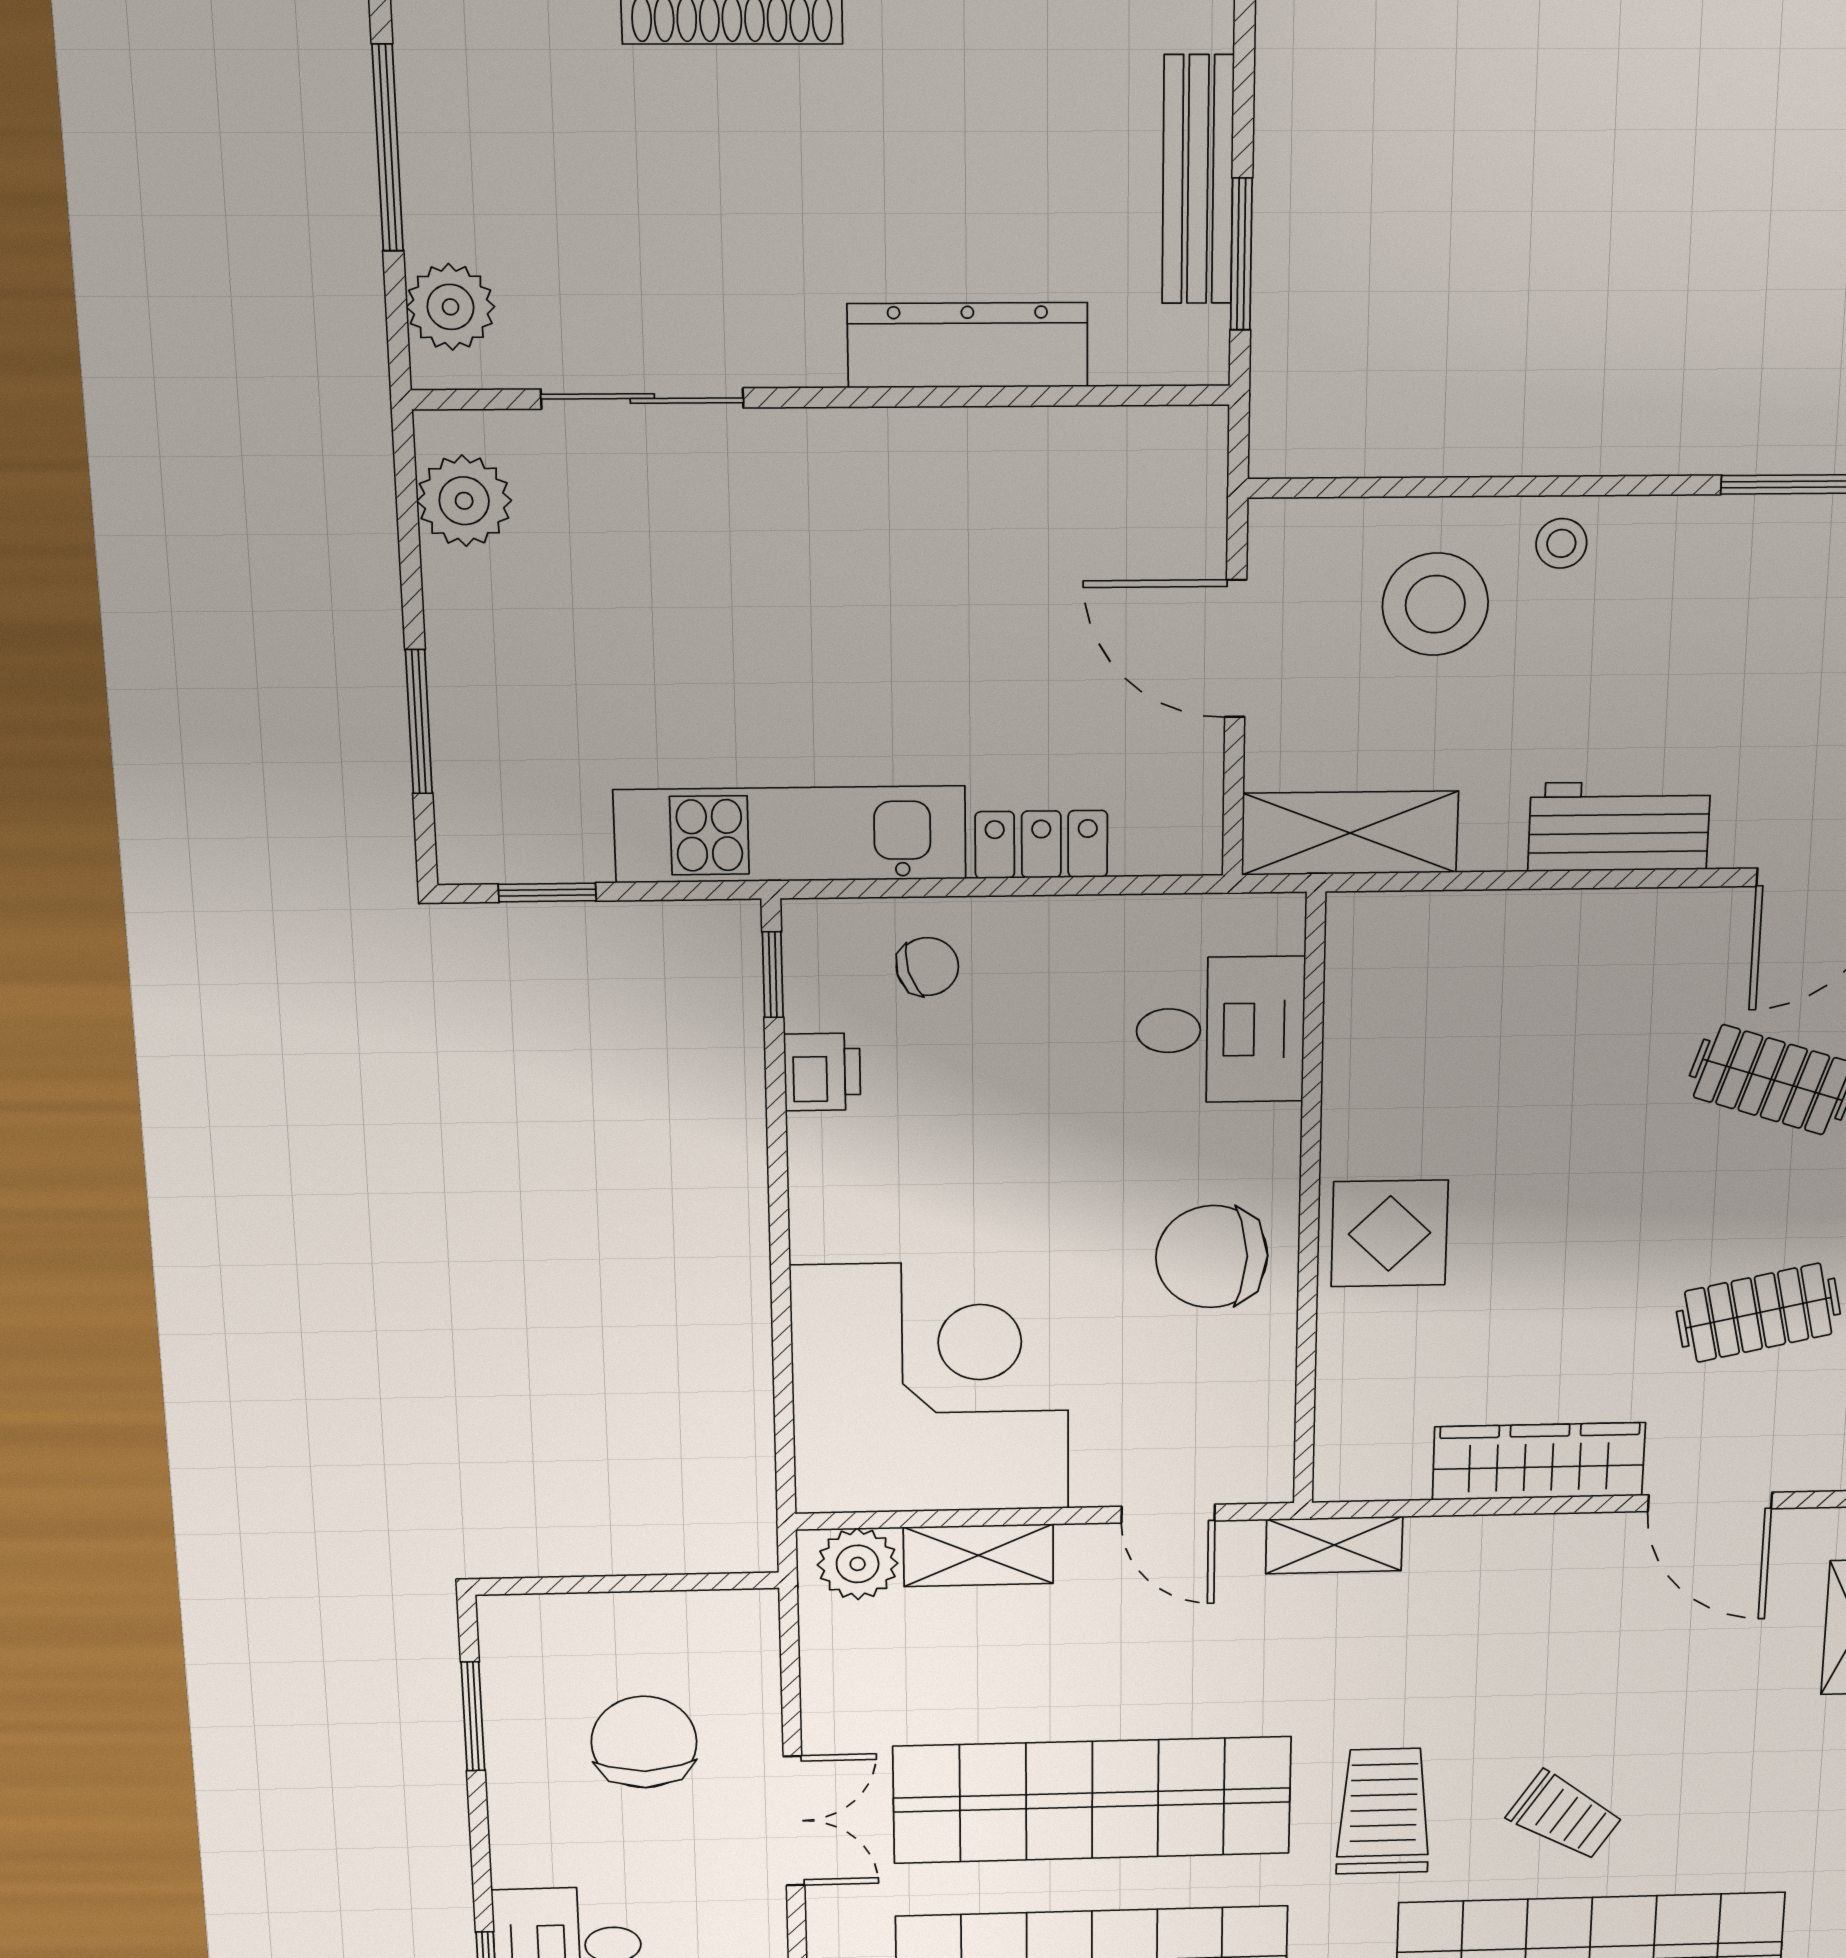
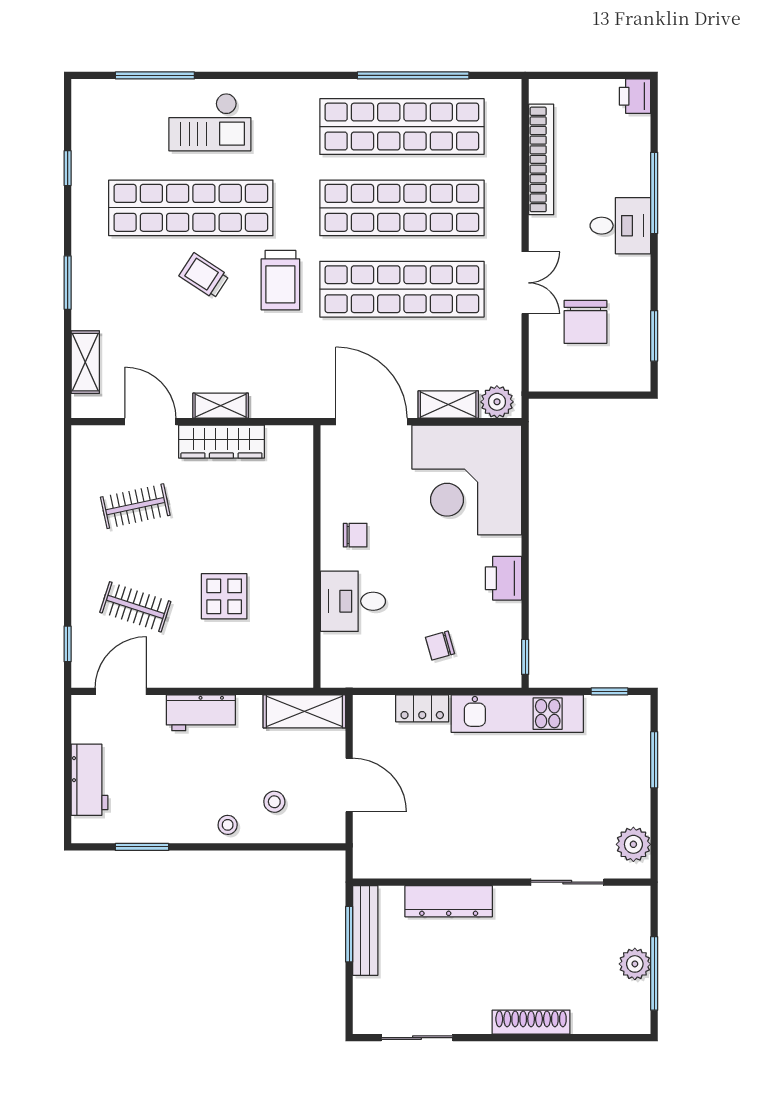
bench: (1198, 180) -> (365, 931), moved
plant: (450, 307) -> (635, 964), moved
stool: (1435, 604) -> (274, 802), width x0.53, depth x0.53
chair: (927, 967) -> (440, 646), moved
desk: (1220, 1030) -> (353, 601), moved
printer: (822, 1072) -> (504, 578), moved, width x1.36, depth x1.24
display table: (1390, 1233) -> (224, 596), moved
chair: (1212, 1257) -> (355, 535), width x0.54, depth x0.54
door: (1168, 1514) -> (371, 422), width x1.87
shelving: (1334, 1545) -> (221, 406), moved
double door: (794, 1821) -> (525, 283), swing flipped

